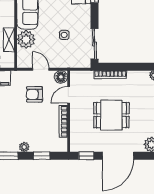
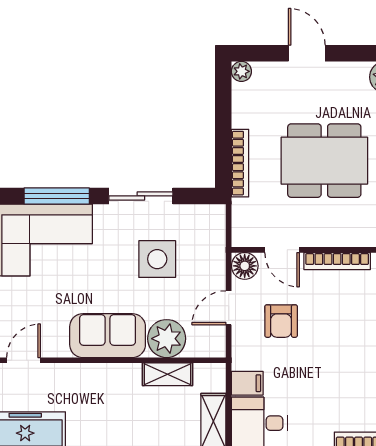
side table: (64, 35) -> (157, 259), width x1.87, depth x1.87
sliding door: (94, 44) -> (141, 196), moved
dining table: (111, 115) -> (324, 161), width x1.38

